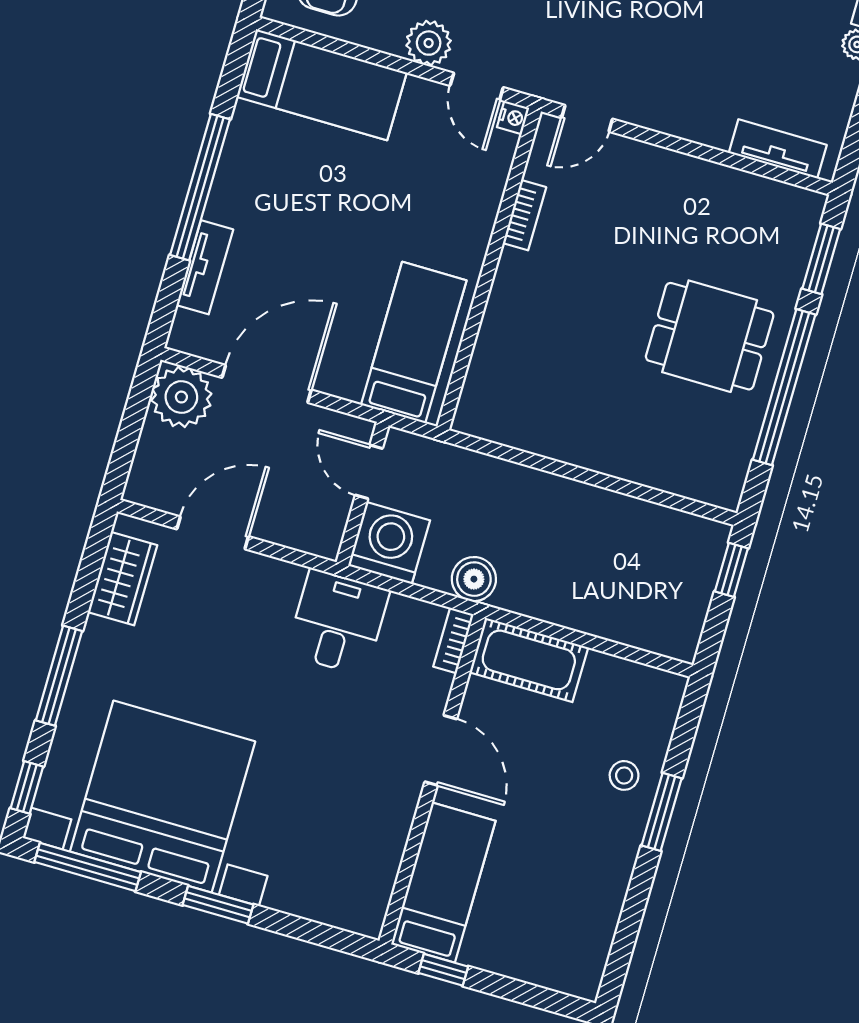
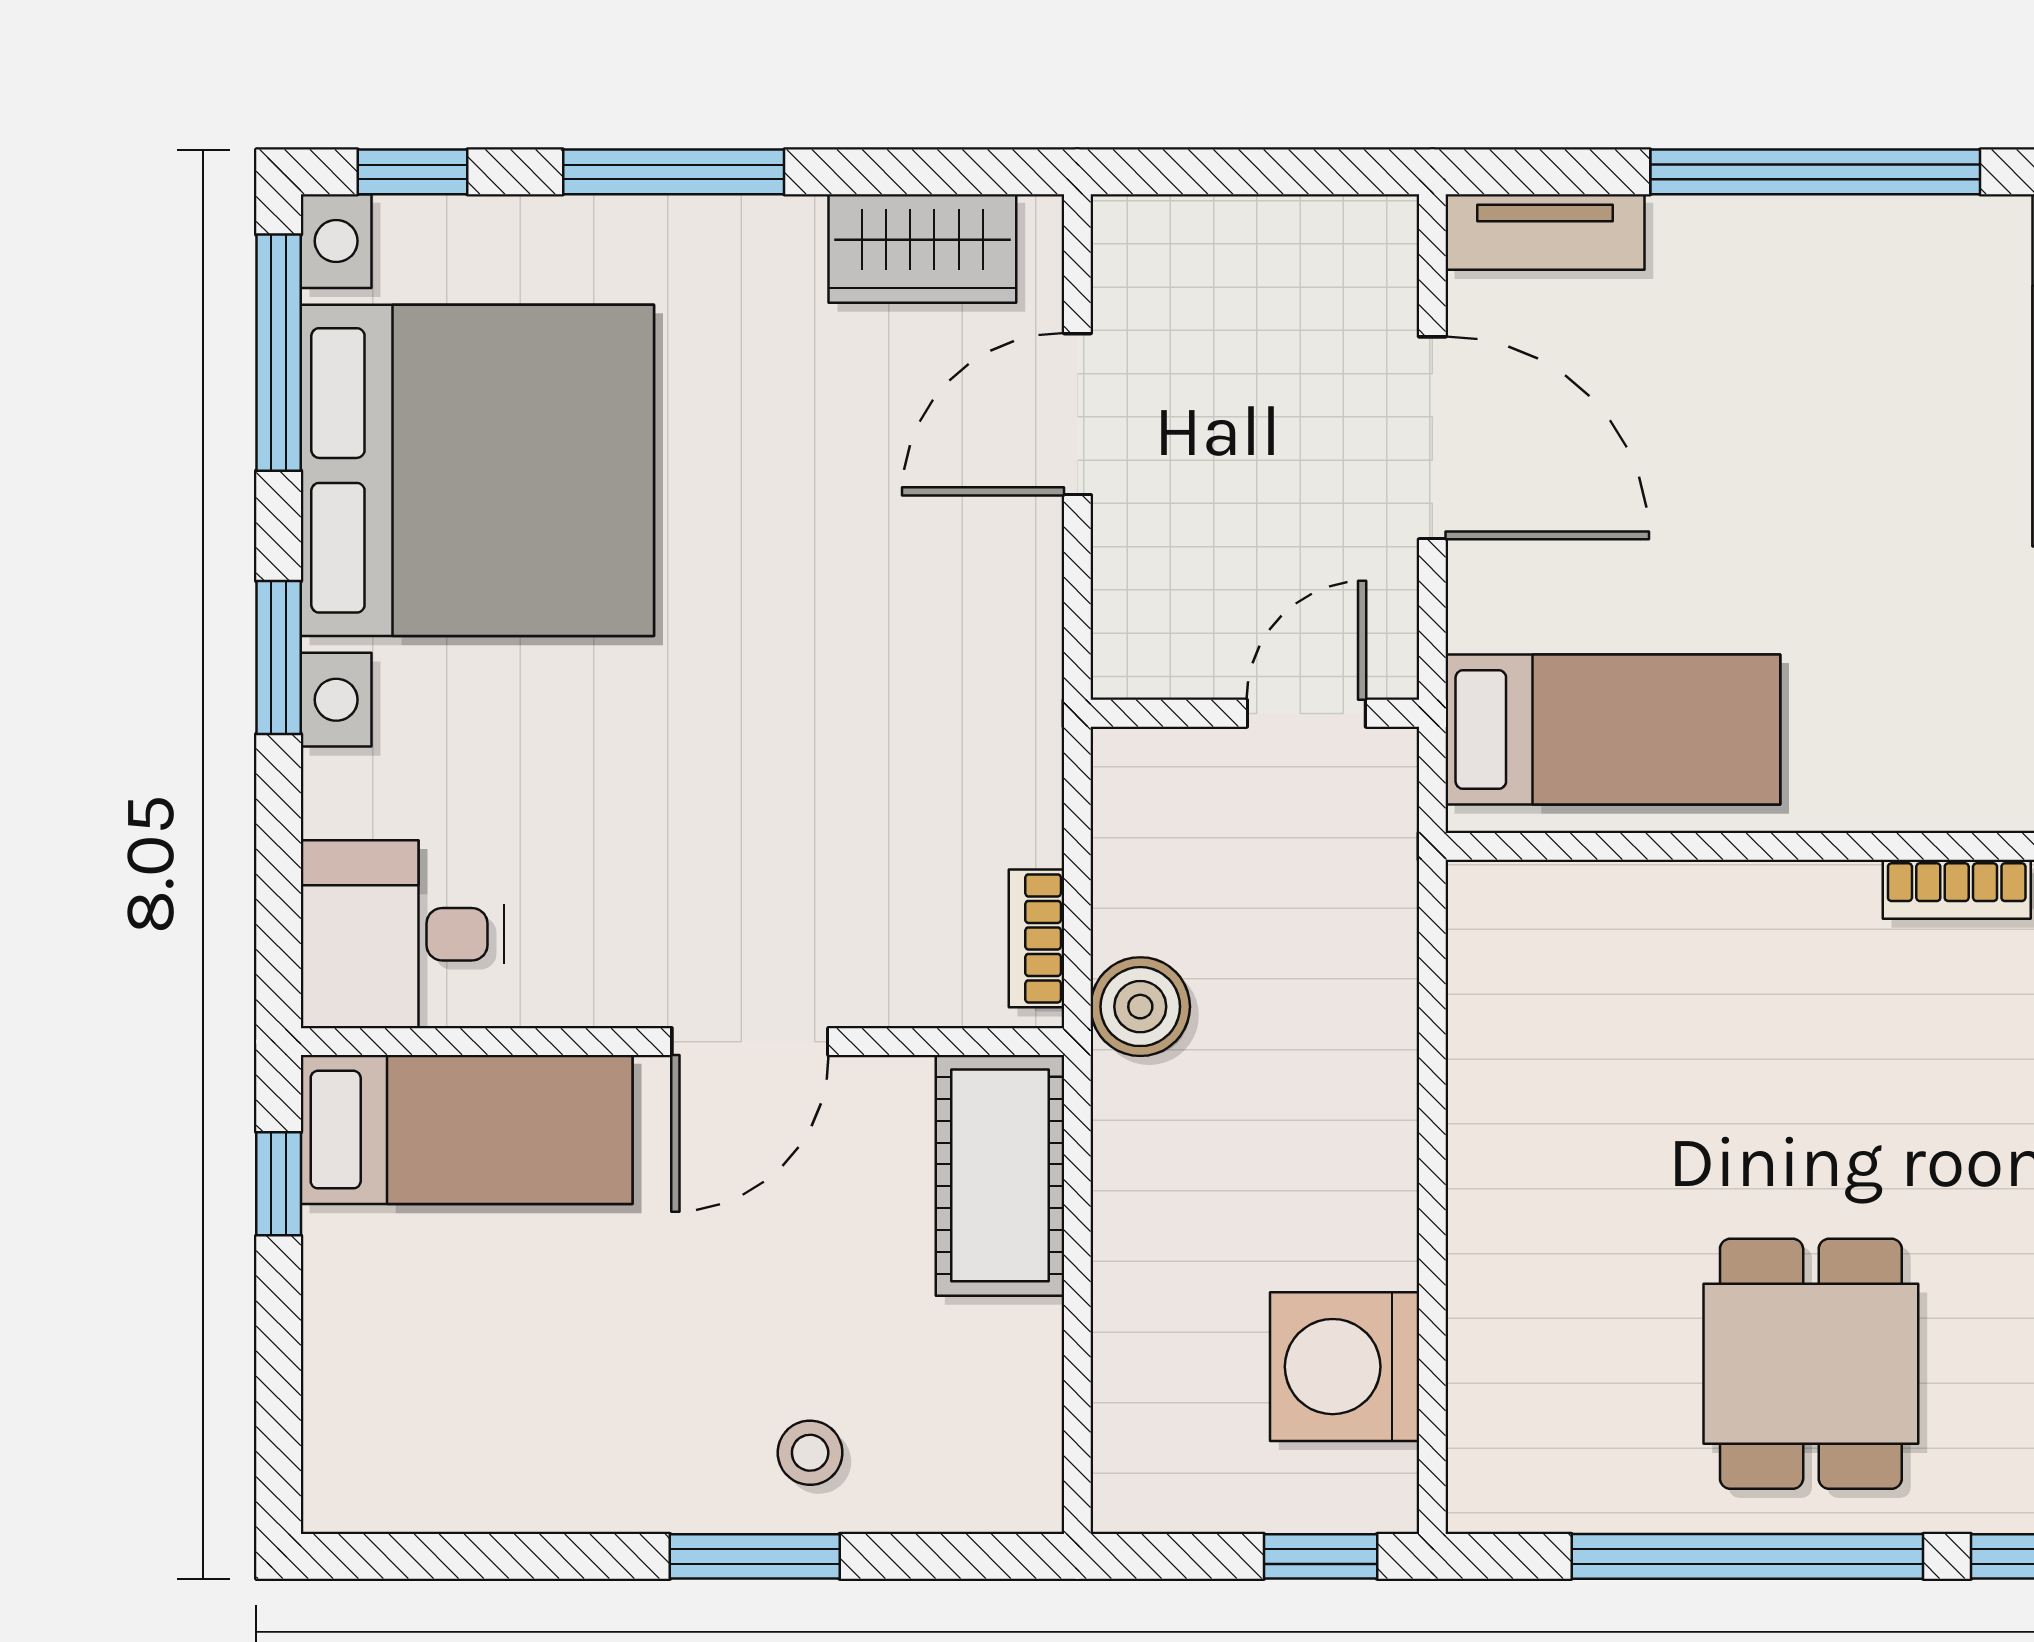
tv unit: (205, 267) -> (1545, 232), moved
plant: (181, 397) -> (1351, 262), removed
door: (213, 533) -> (1077, 414), swing flipped
washing machine: (389, 543) -> (1345, 1367), moved, turned 180
desk: (338, 622) -> (402, 934), moved, turned 180
bookcase: (453, 640) -> (1036, 938), moved, turned -90

